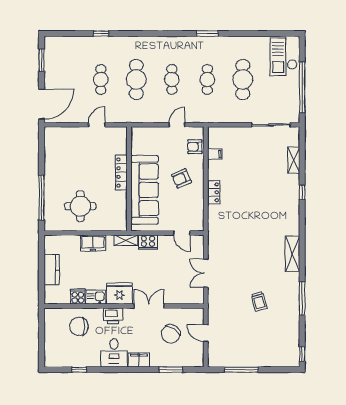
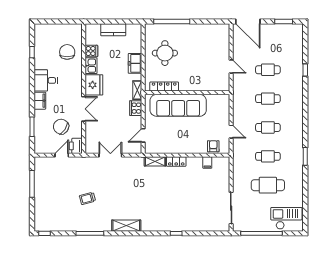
cafe table: (136, 79) -> (268, 99), width x0.73, depth x0.74
shelving: (294, 160) -> (155, 161), moved
locker: (121, 173) -> (164, 86), moved
armchair: (182, 178) -> (187, 135), removed
printer: (113, 316) -> (76, 146), moved

